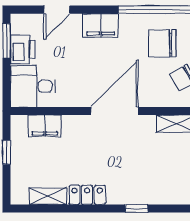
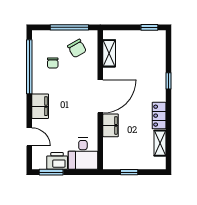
chair: (162, 43) -> (53, 63), width x0.54, depth x0.54
door: (115, 111) -> (100, 96), swing flipped
filing cabinet: (45, 126) -> (111, 125), moved

